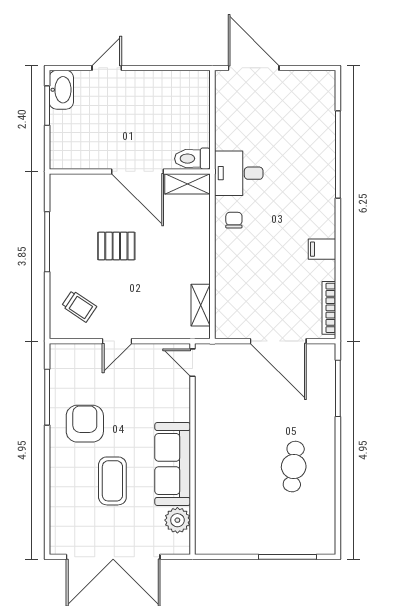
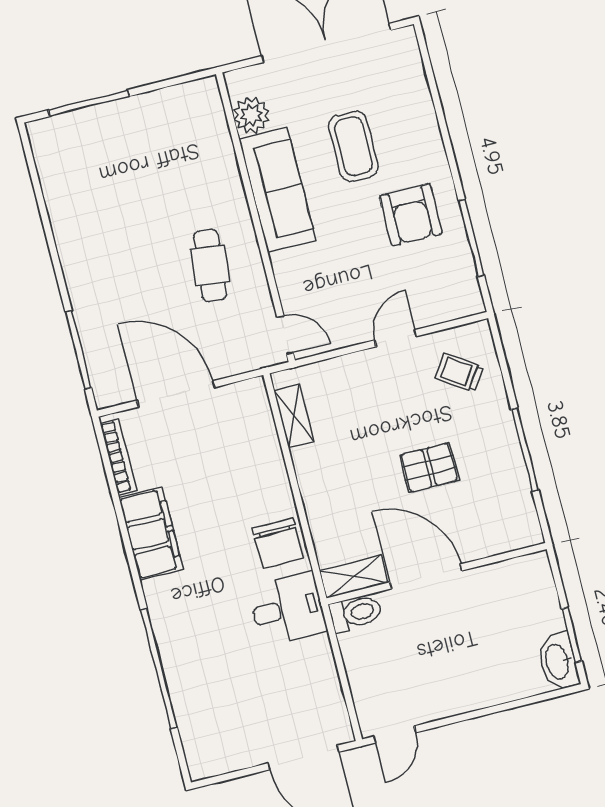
door: (107, 68) -> (395, 734), moved
chair: (234, 220) -> (278, 543), width x1.87, depth x1.87
filing cabinet: (322, 249) -> (151, 534), width x3.00, depth x1.17
cafe table: (294, 467) -> (210, 265), moved

